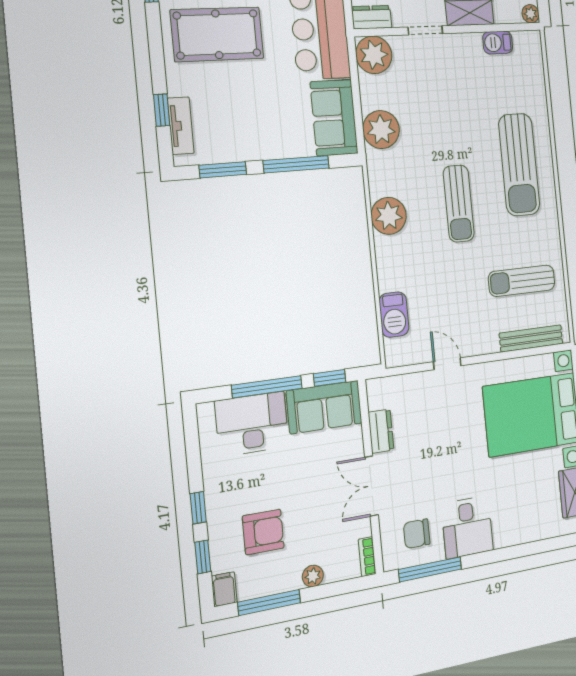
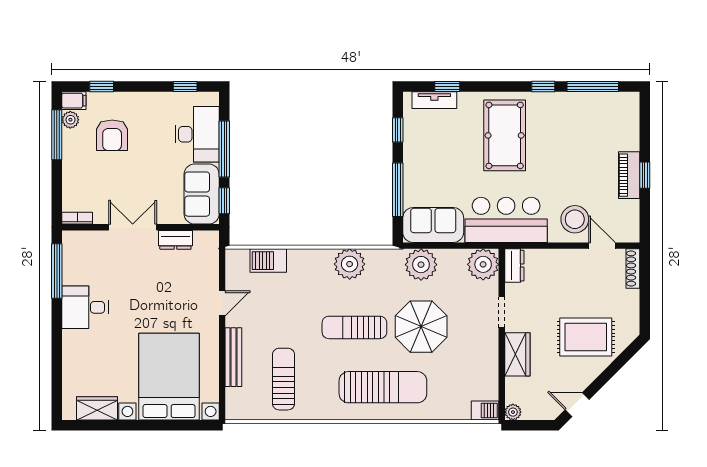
barbecue: (498, 43) -> (485, 410), moved, turned 90
parasol: (450, 125) -> (421, 327), added
sun lounger: (519, 165) -> (383, 387), turned 180
window: (223, 170) -> (398, 130), width x0.67
bench: (531, 338) -> (233, 357), moved
window: (198, 508) -> (185, 86), moved
chair: (417, 534) -> (88, 262), removed
plant: (313, 576) -> (70, 120), moved

